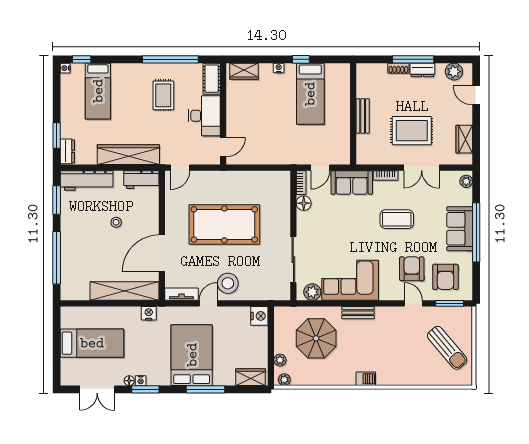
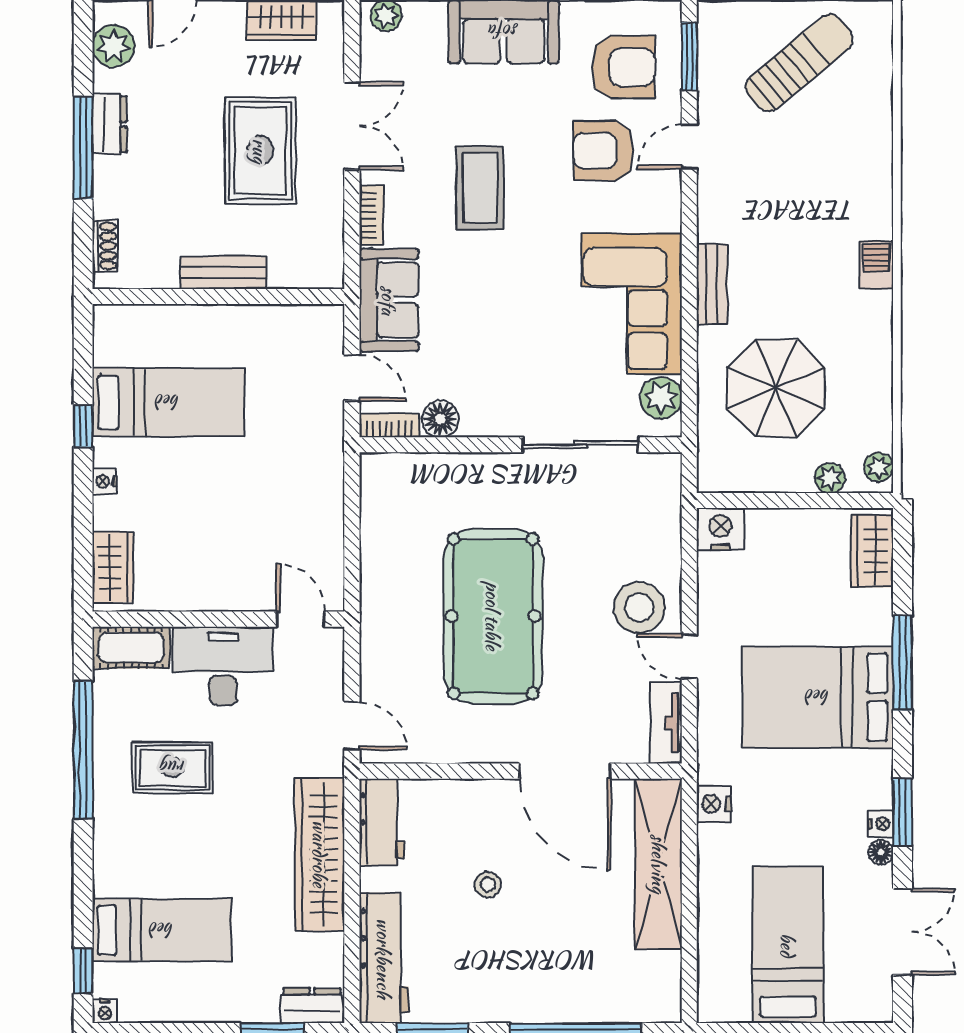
shoe rack: (398, 68) -> (105, 246), moved

